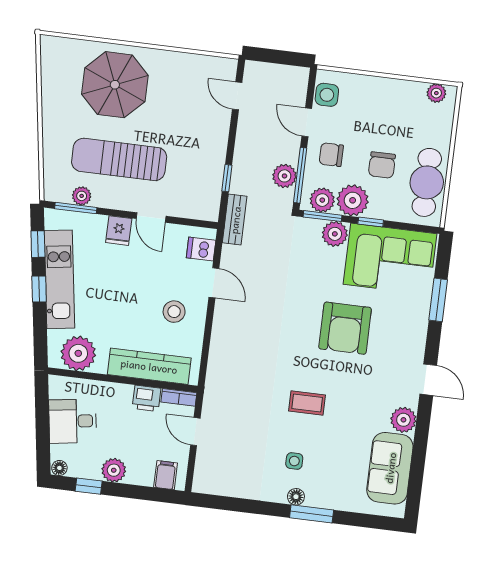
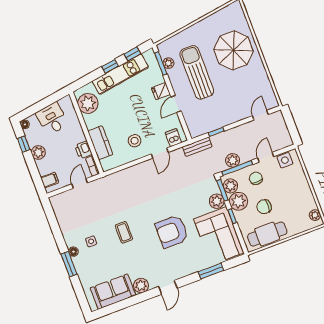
kitchen counter: (149, 366) -> (100, 143), width x0.67

